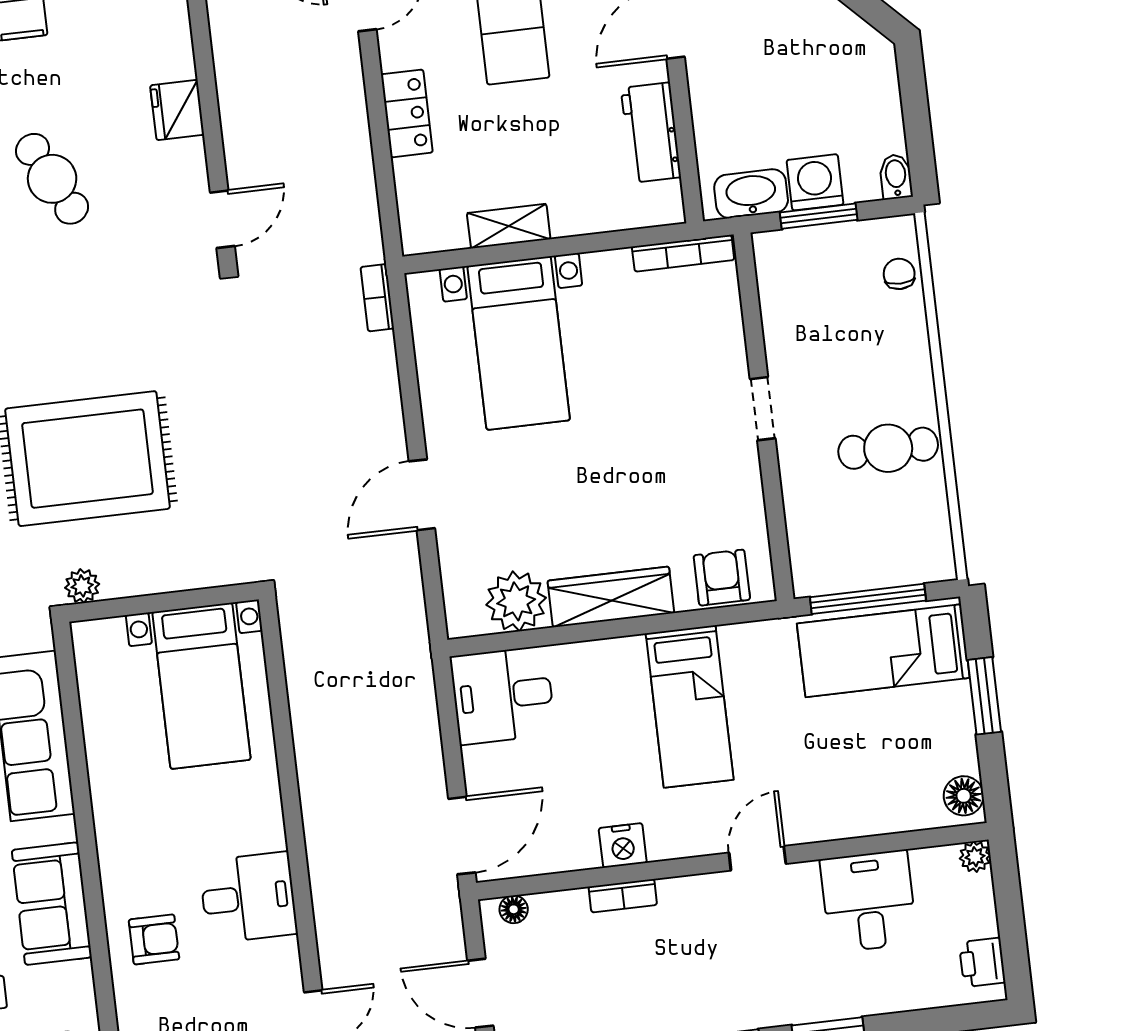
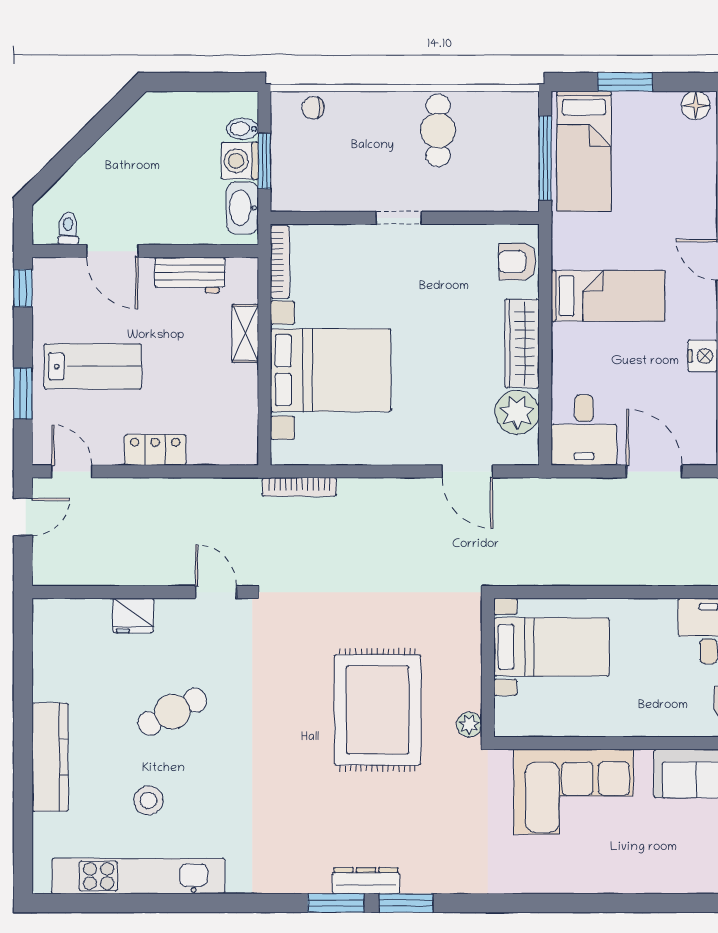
bidet: (896, 177) -> (243, 129), moved
shelving: (509, 226) -> (245, 333), moved
bookcase: (377, 298) -> (299, 487), width x1.56
bed with nightstands: (519, 343) -> (331, 370), width x1.36
door: (422, 495) -> (467, 471), moved
door: (462, 836) -> (654, 471), moved

